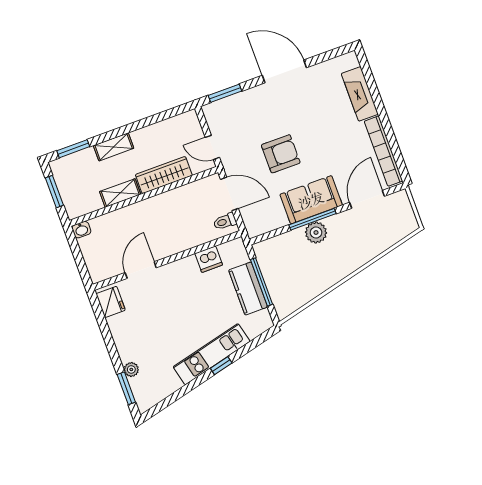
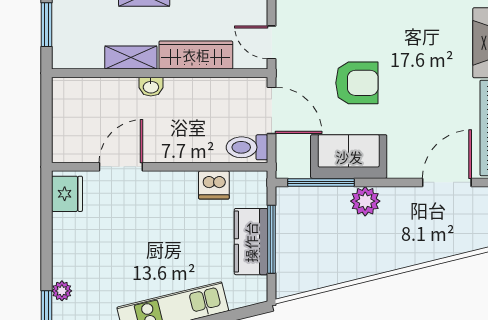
sofa: (311, 200) -> (349, 157), moved
window: (312, 219) -> (321, 182), moved
toilet: (225, 221) -> (247, 147), width x1.37, depth x1.39
washbasin: (81, 230) -> (151, 87), moved

